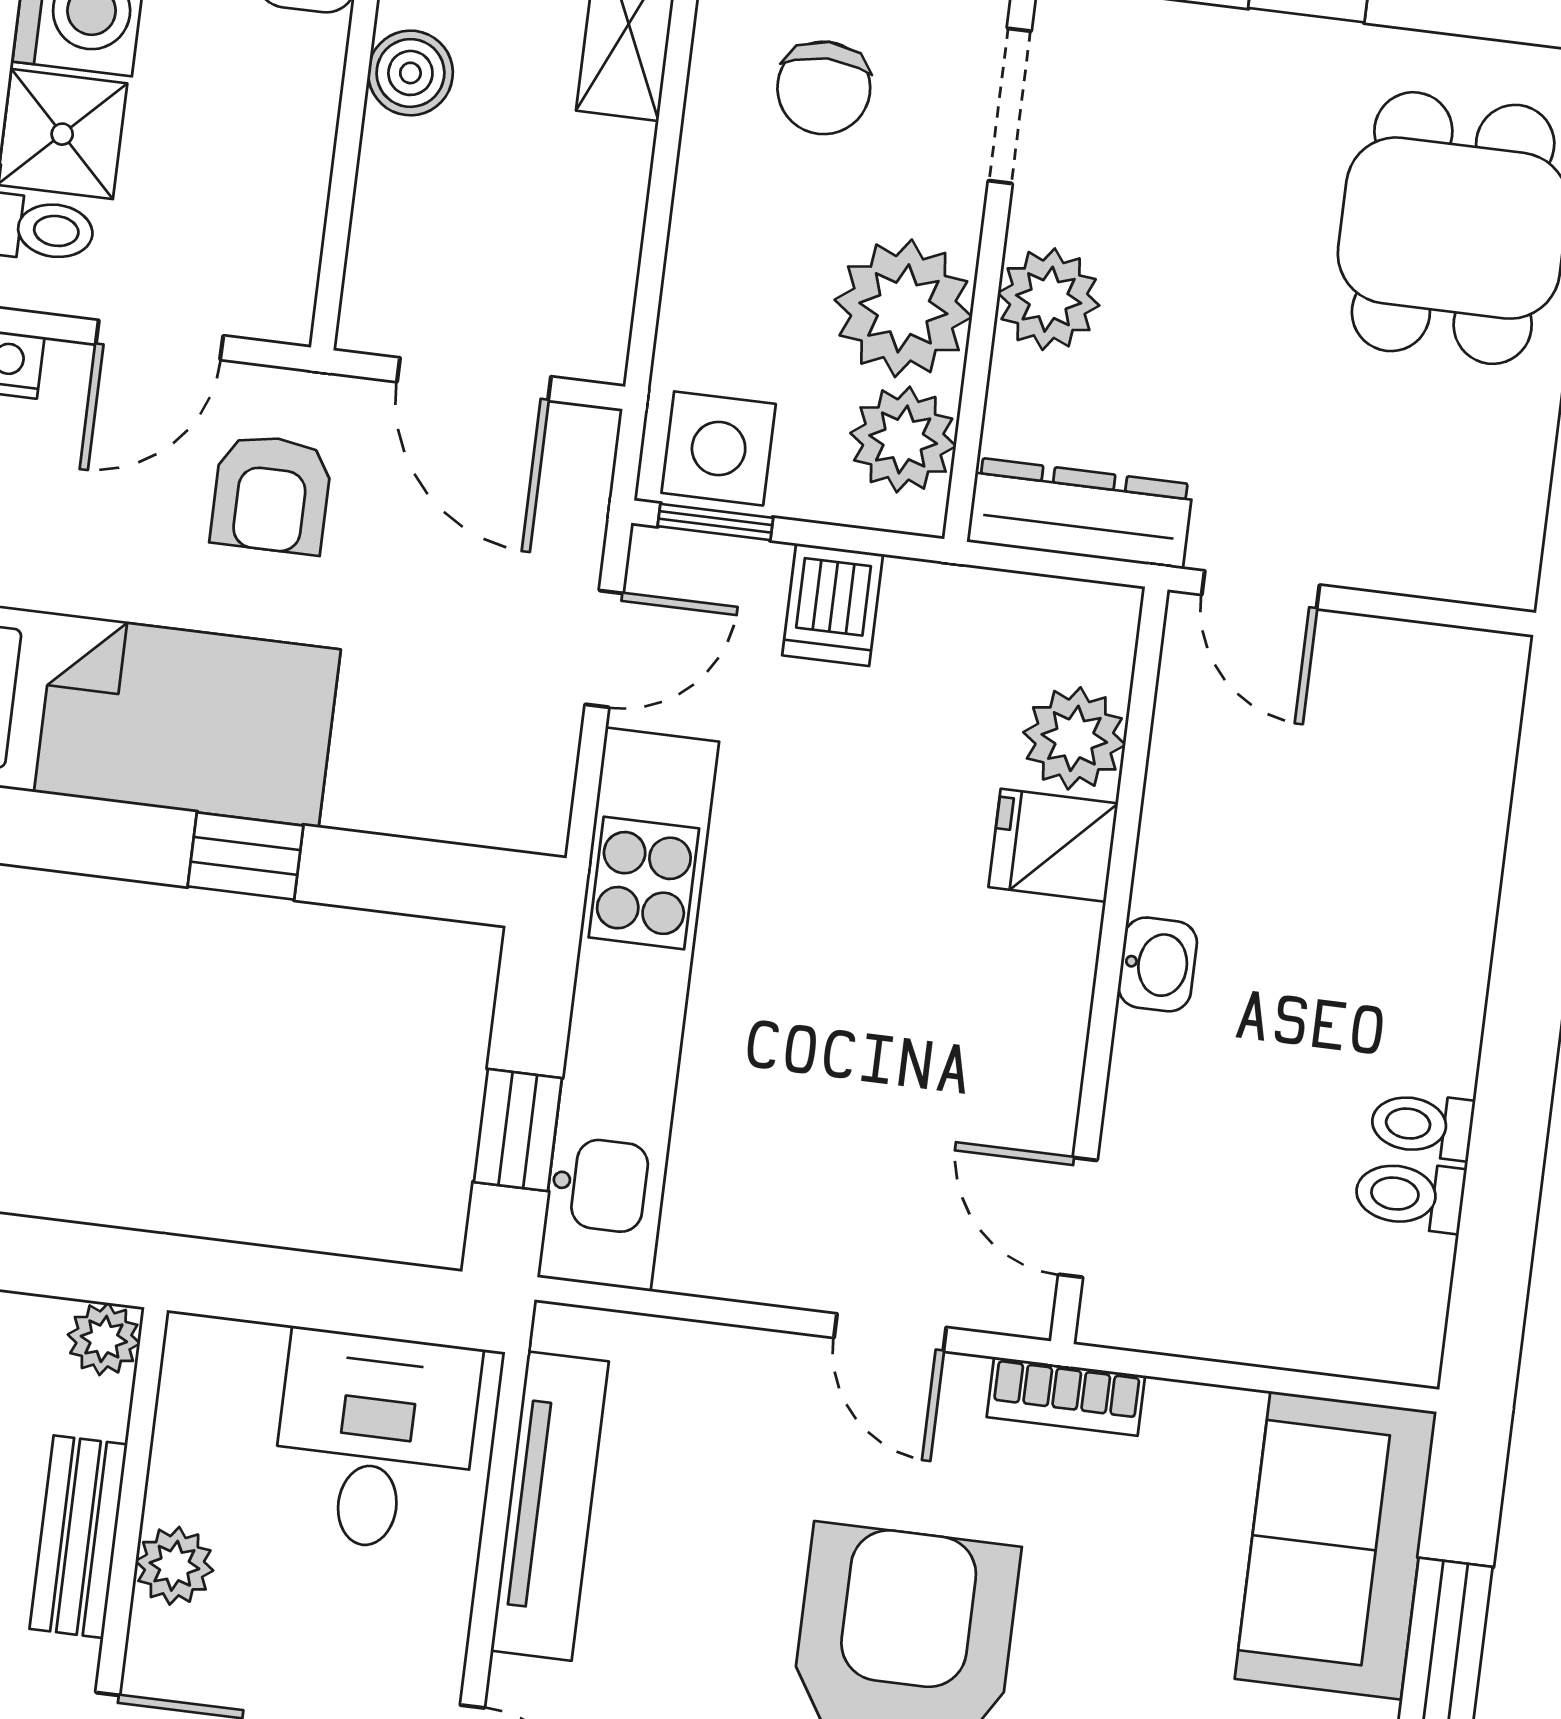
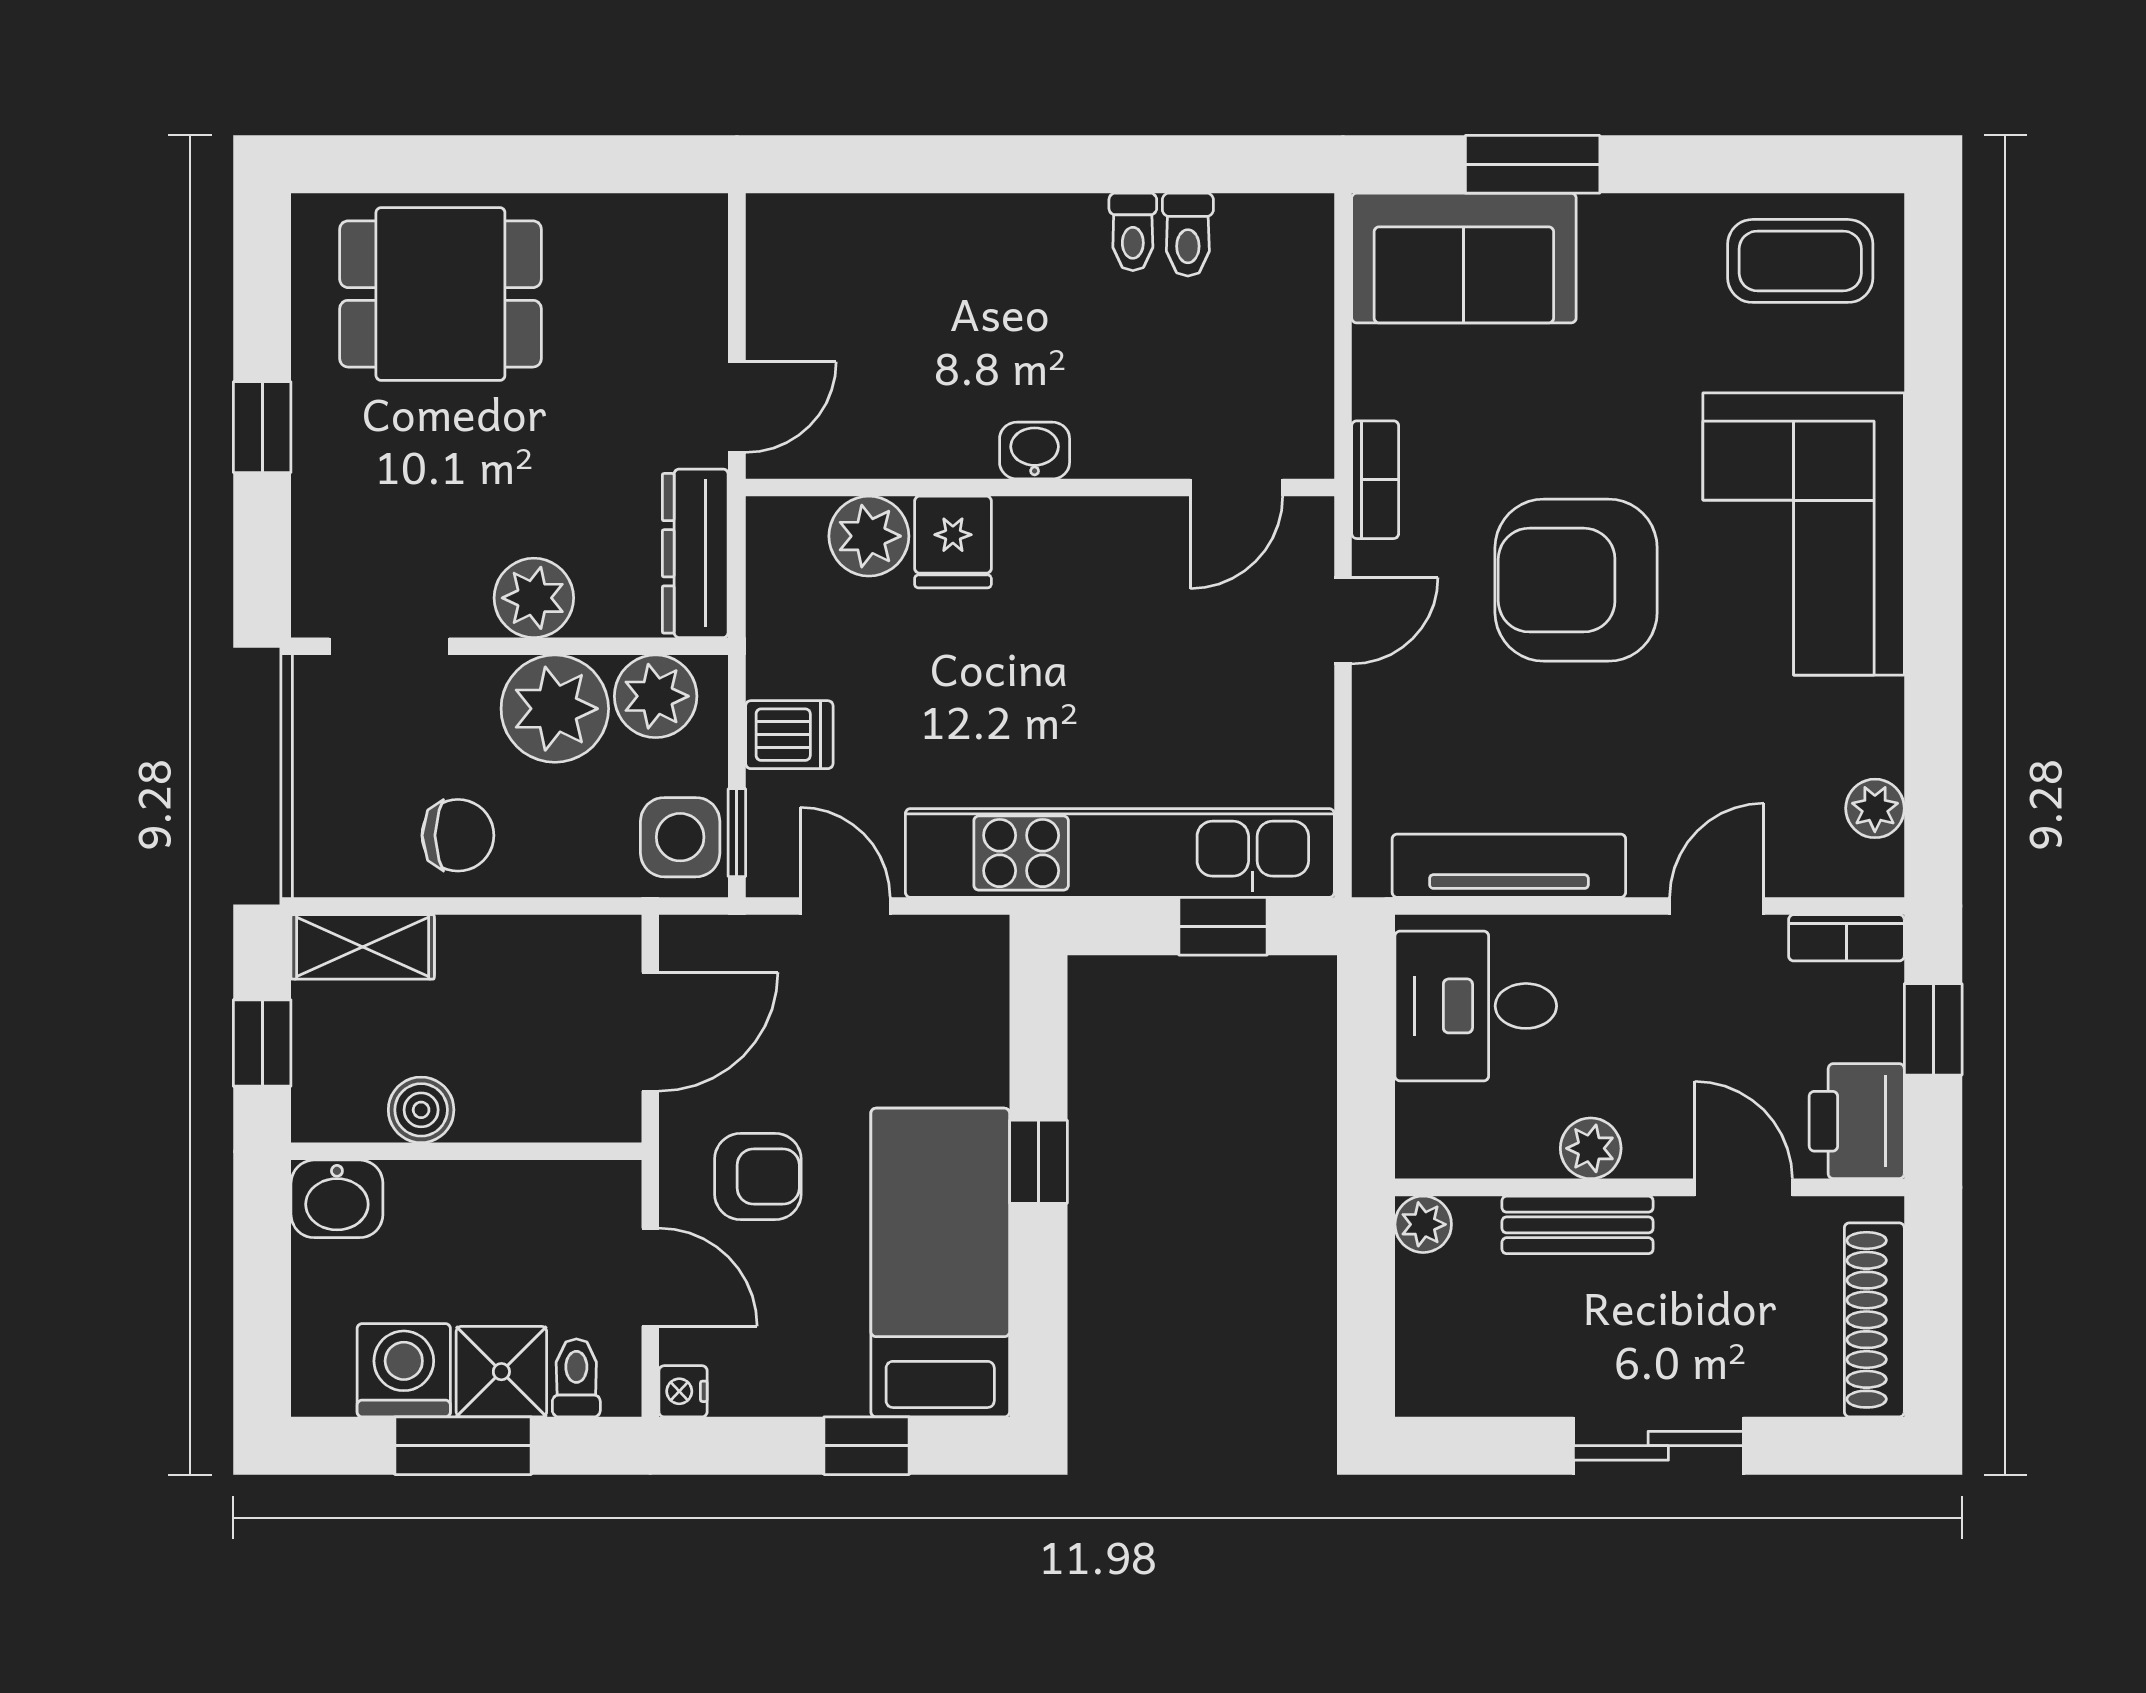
chair: (824, 88) -> (458, 835), moved

